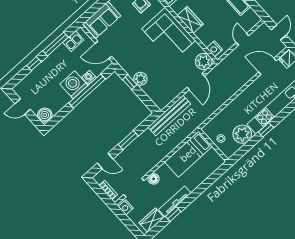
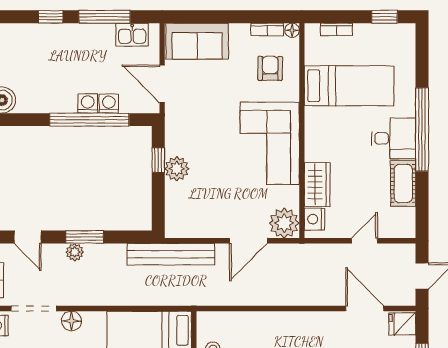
wardrobe: (190, 20) -> (317, 184), moved
washing machine: (74, 85) -> (88, 104), width x0.53, depth x0.53
plant: (130, 150) -> (75, 252), added

